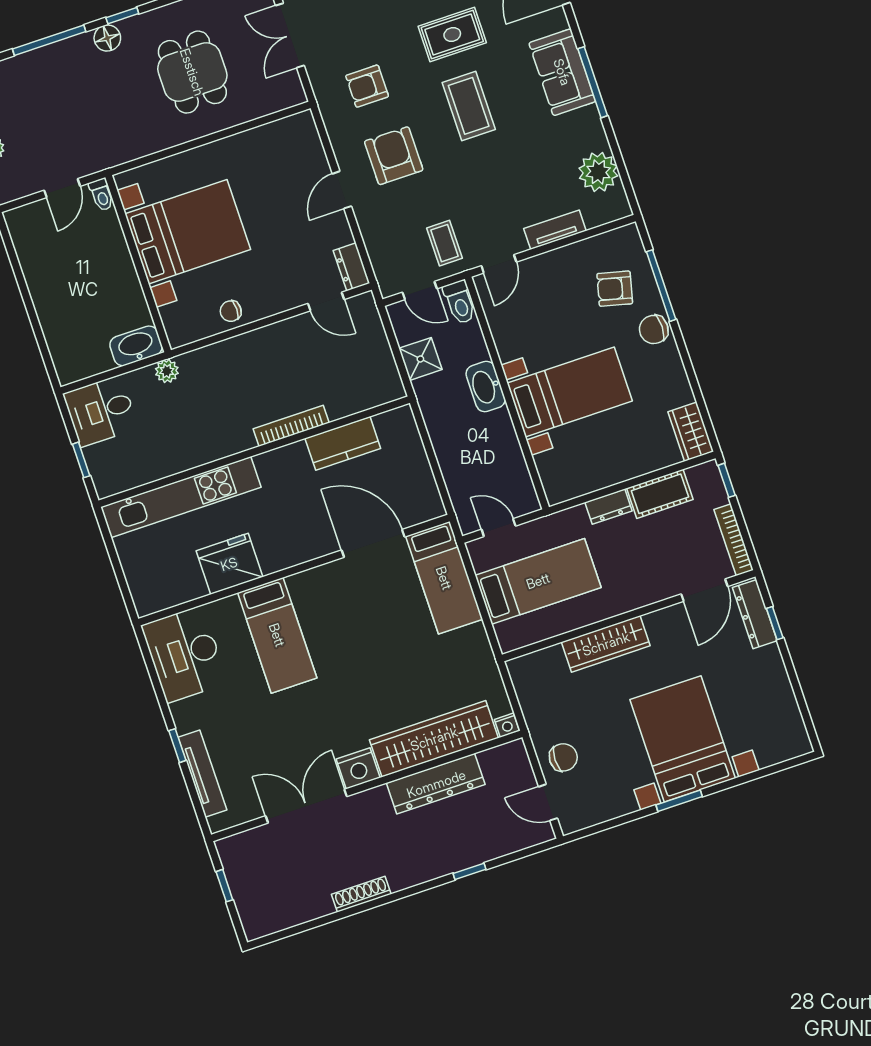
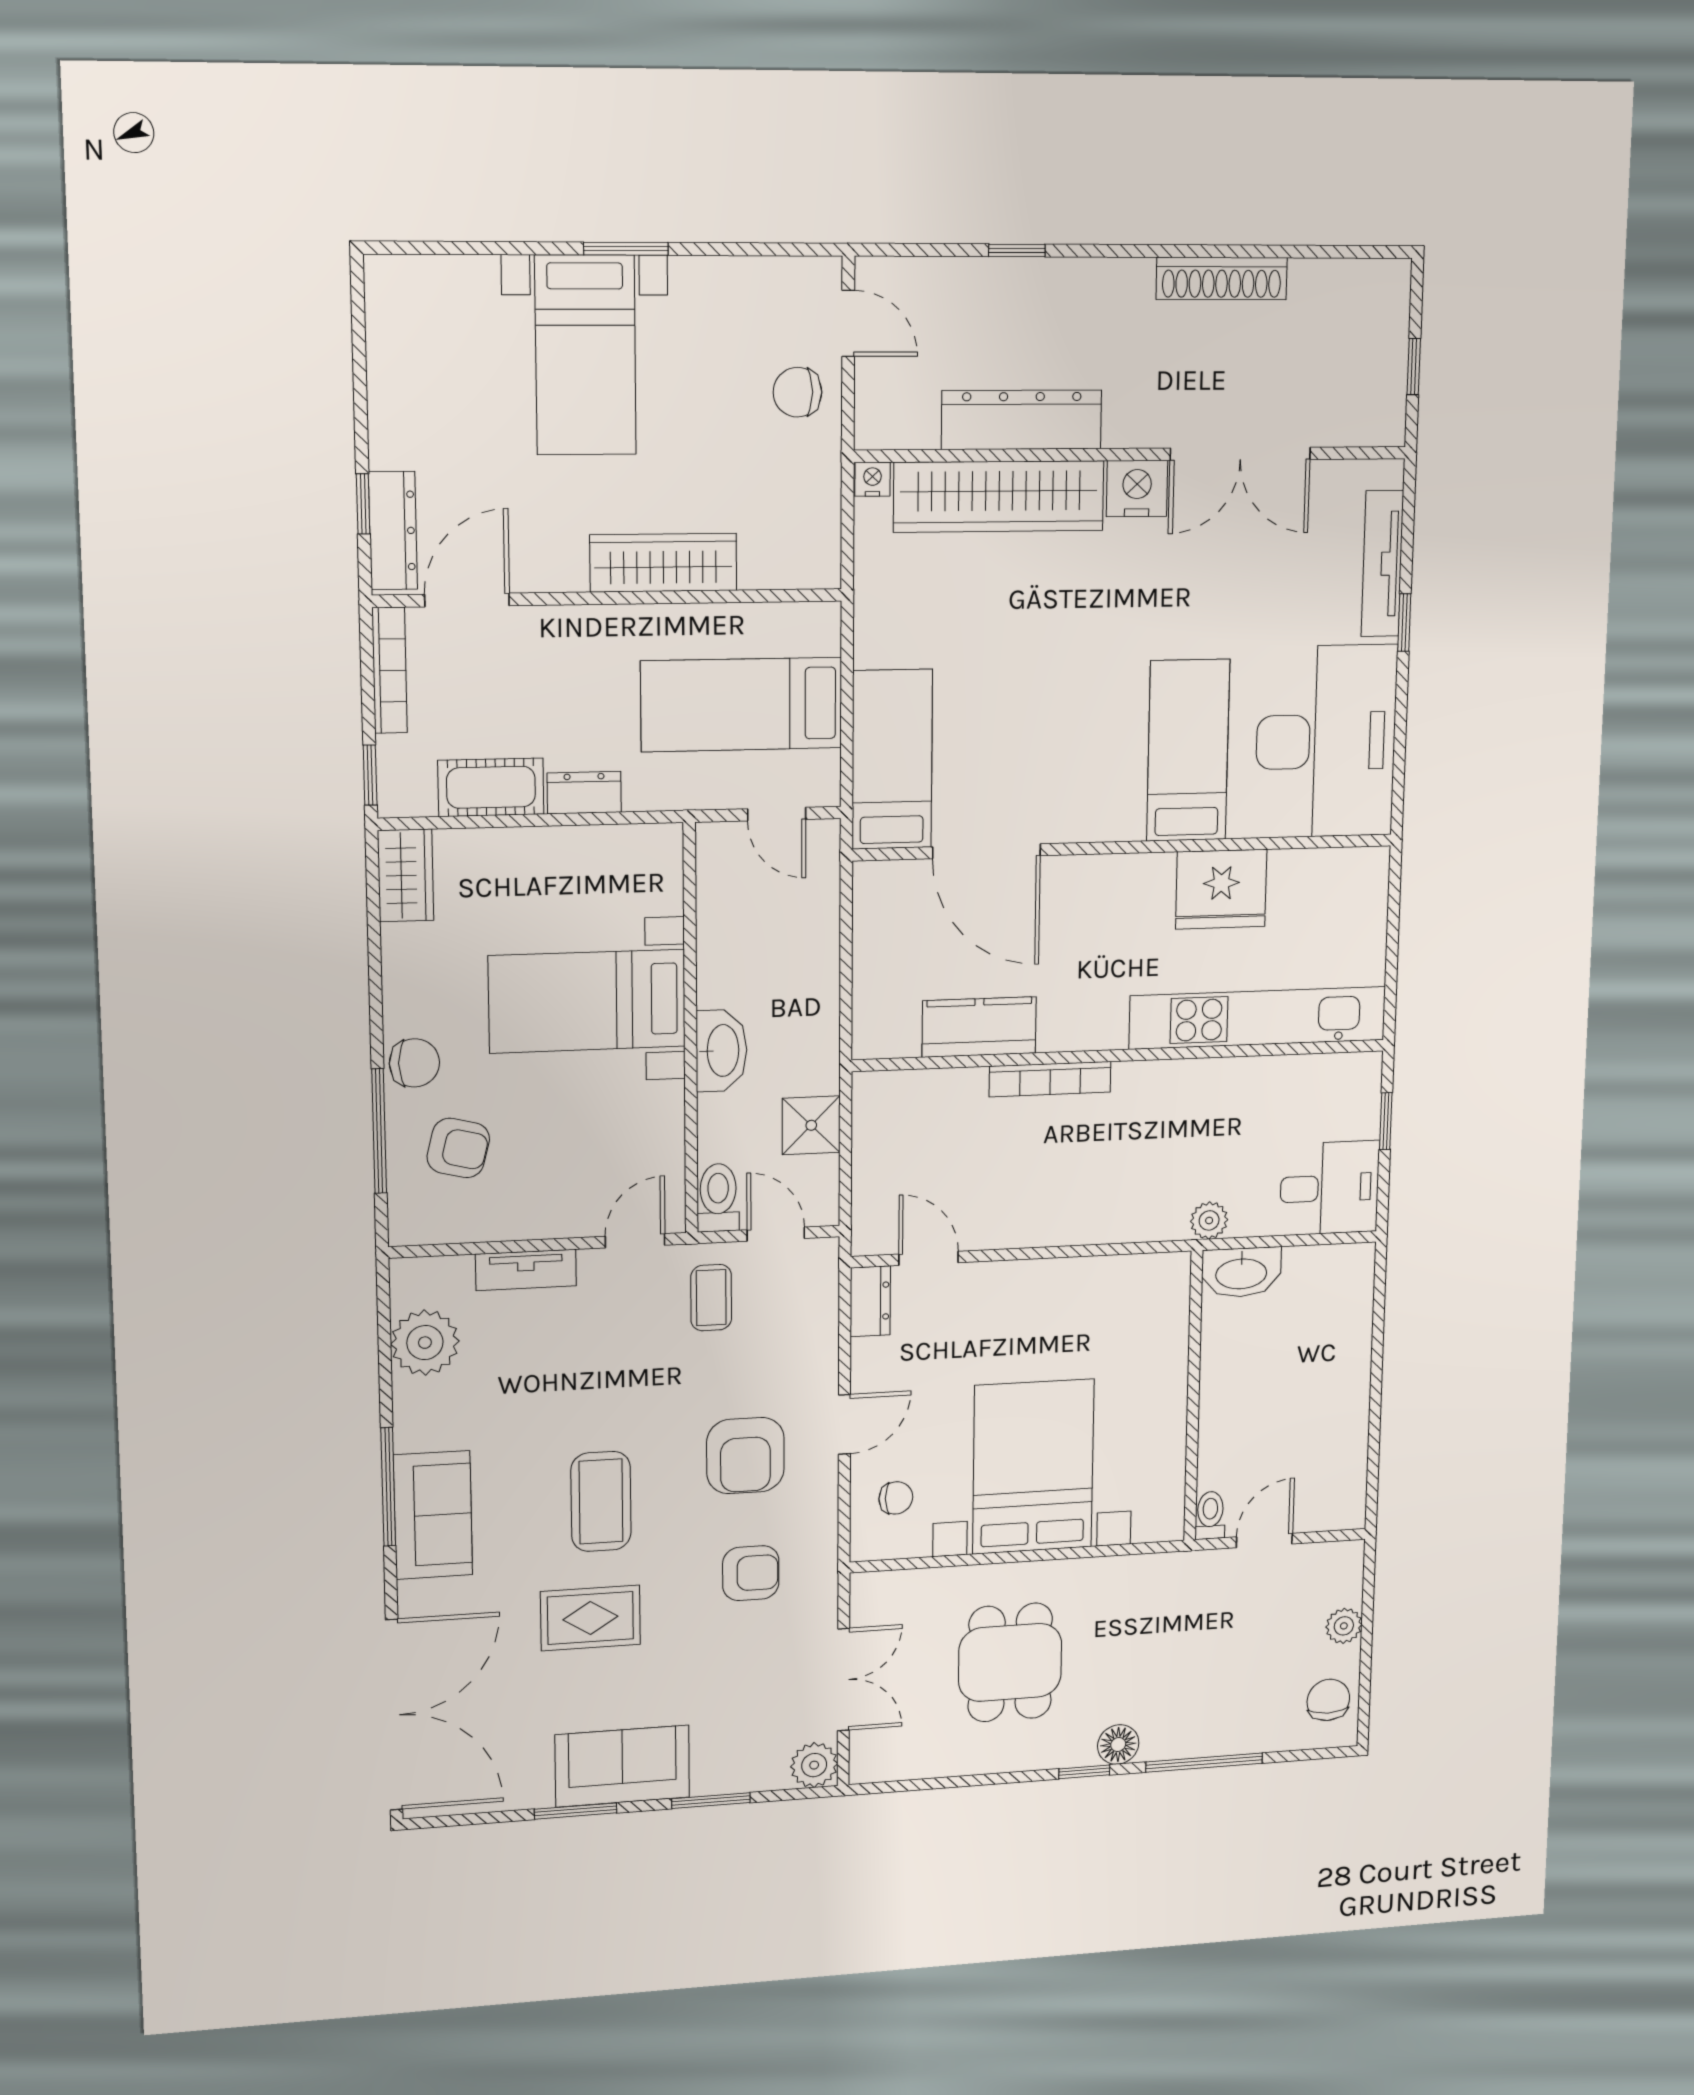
bed with nightstands: (188, 232) -> (1033, 1467), moved, turned 90
chair: (231, 311) -> (896, 1498), moved
desk: (185, 654) -> (1326, 741), width x1.36, depth x1.30
bed with nightstands: (683, 739) -> (586, 355), width x0.73
shoe rack: (361, 894) -> (1222, 279), width x1.36, depth x1.24

